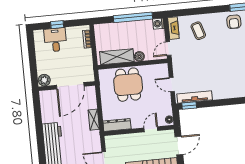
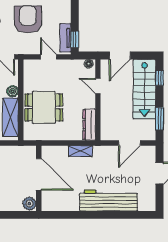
armchair: (202, 64) -> (28, 19), added
door: (172, 85) -> (49, 57), swing flipped
tv unit: (195, 97) -> (65, 38), width x0.71
door: (179, 146) -> (120, 56), swing flipped

